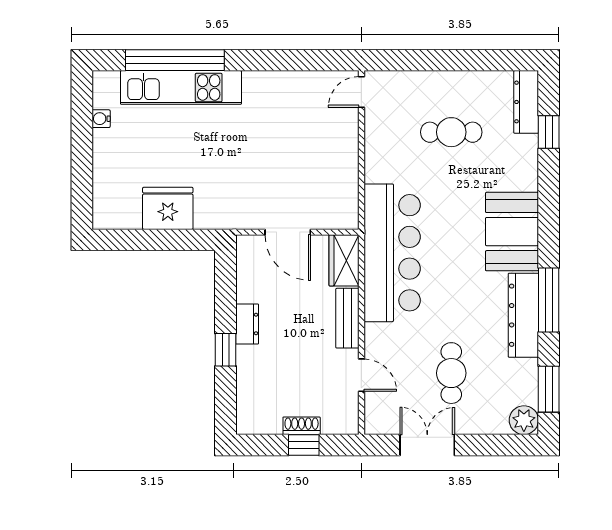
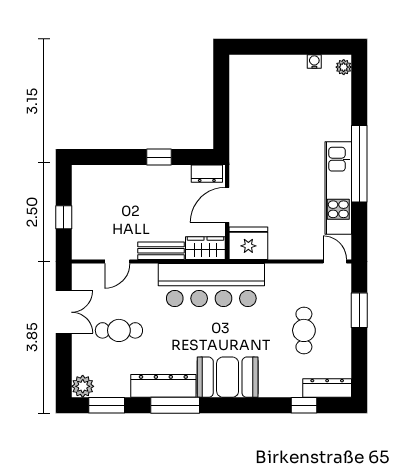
window: (175, 60) -> (359, 164), moved
window: (425, 60) -> (359, 310), added
plant: (108, 81) -> (344, 67), added
kitchen unit: (181, 87) -> (338, 188), moved
fridge: (168, 208) -> (248, 243), moved, turned -90
dresser: (247, 324) -> (207, 174), moved
window: (225, 350) -> (159, 157), moved
shoe rack: (302, 426) -> (78, 215), removed

